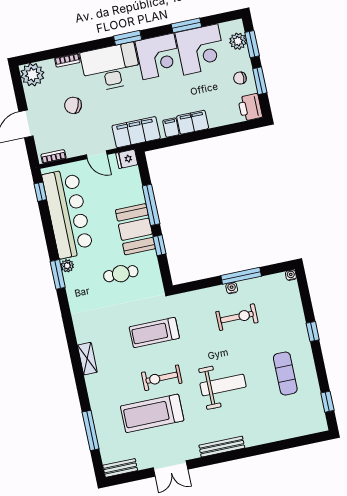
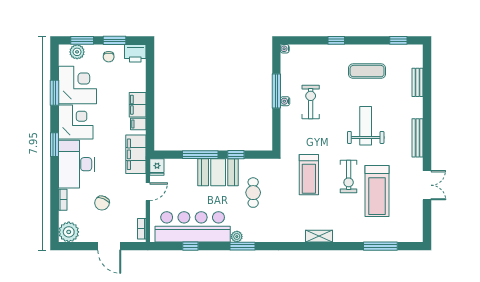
window: (40, 192) -> (190, 246), moved
bench: (120, 468) -> (417, 82), moved

